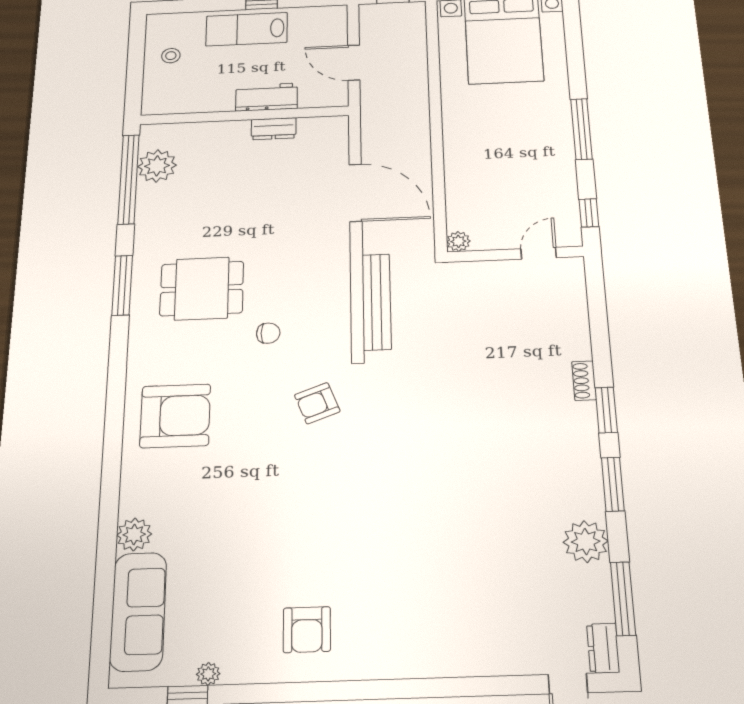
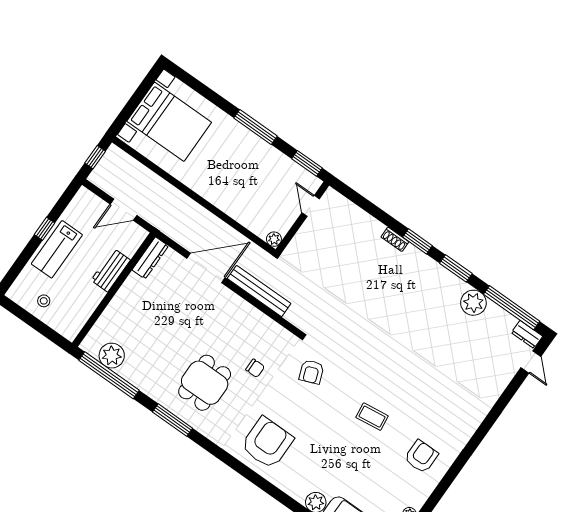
dresser: (274, 129) -> (150, 258), moved, width x1.44
window: (589, 213) -> (307, 163), width x1.50
bench: (376, 302) -> (259, 291), moved
chair: (268, 333) -> (255, 368), turned 90
coffee table: (315, 522) -> (372, 417), added
window: (623, 599) -> (512, 308), width x1.46
armchair: (307, 630) -> (421, 457), turned -90

